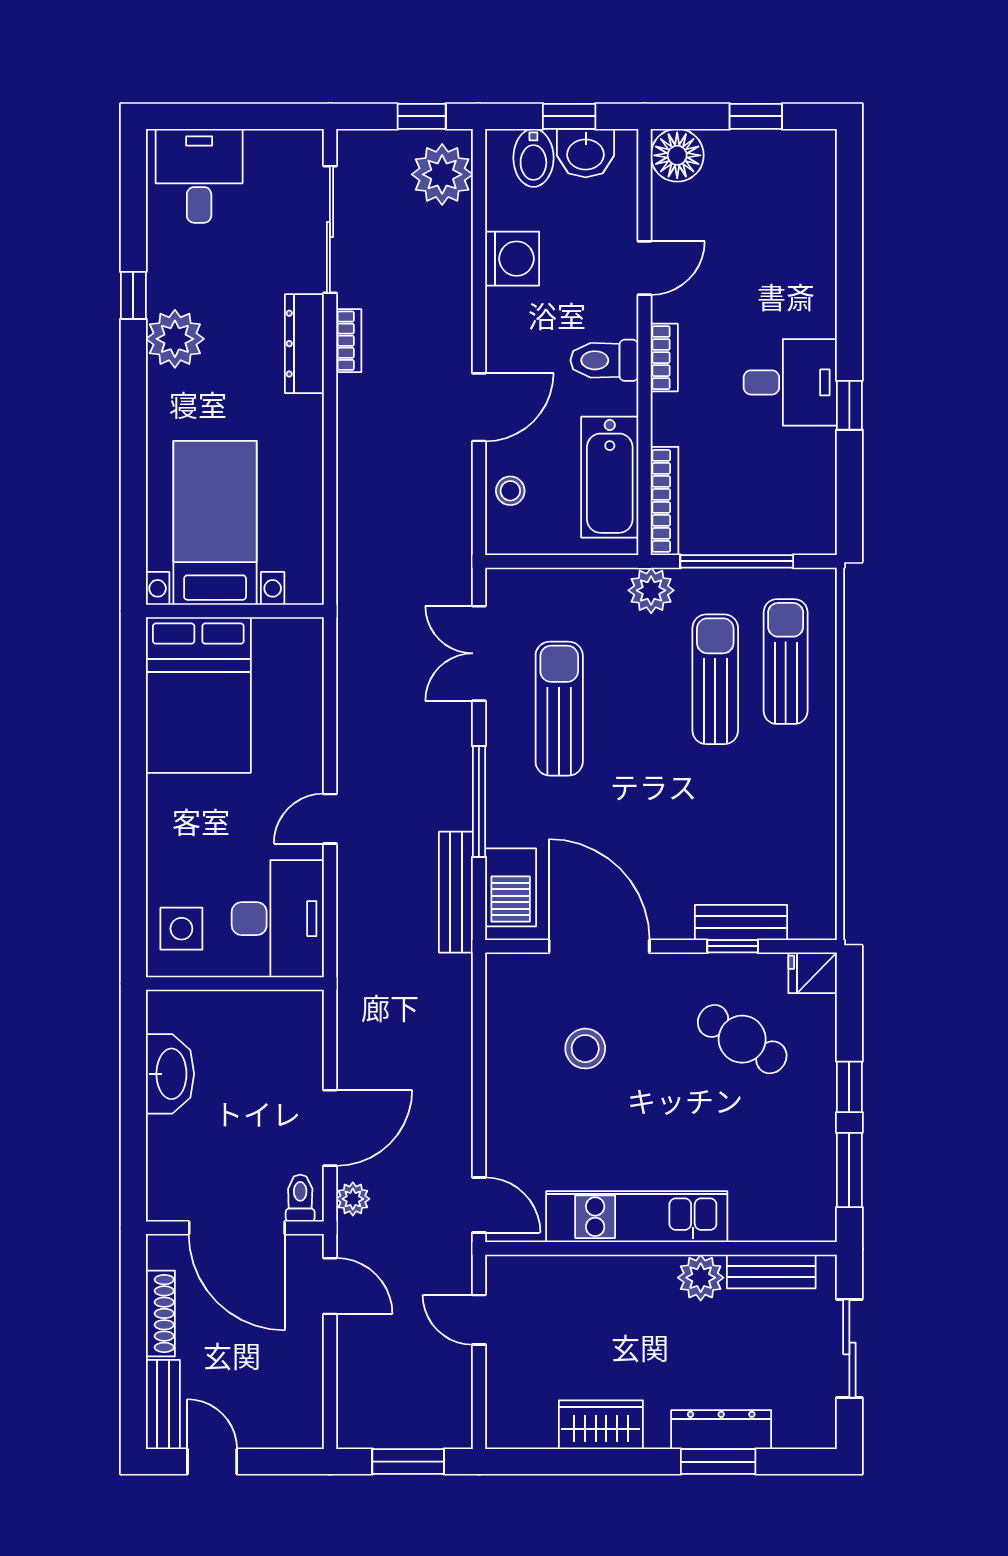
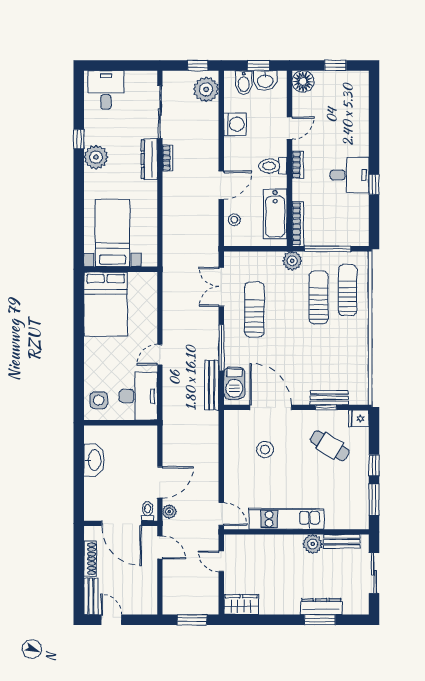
wardrobe: (601, 1425) -> (241, 605), moved

